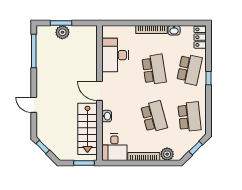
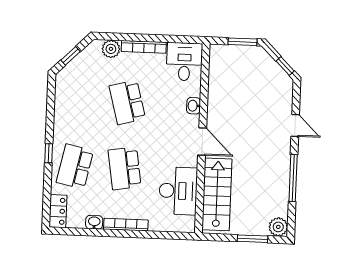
plant: (62, 32) -> (278, 227), moved
window: (34, 51) -> (293, 178), moved
school desk: (189, 117) -> (77, 100), removed
stairs: (87, 129) -> (217, 194), moved
window: (84, 163) -> (242, 42), moved

